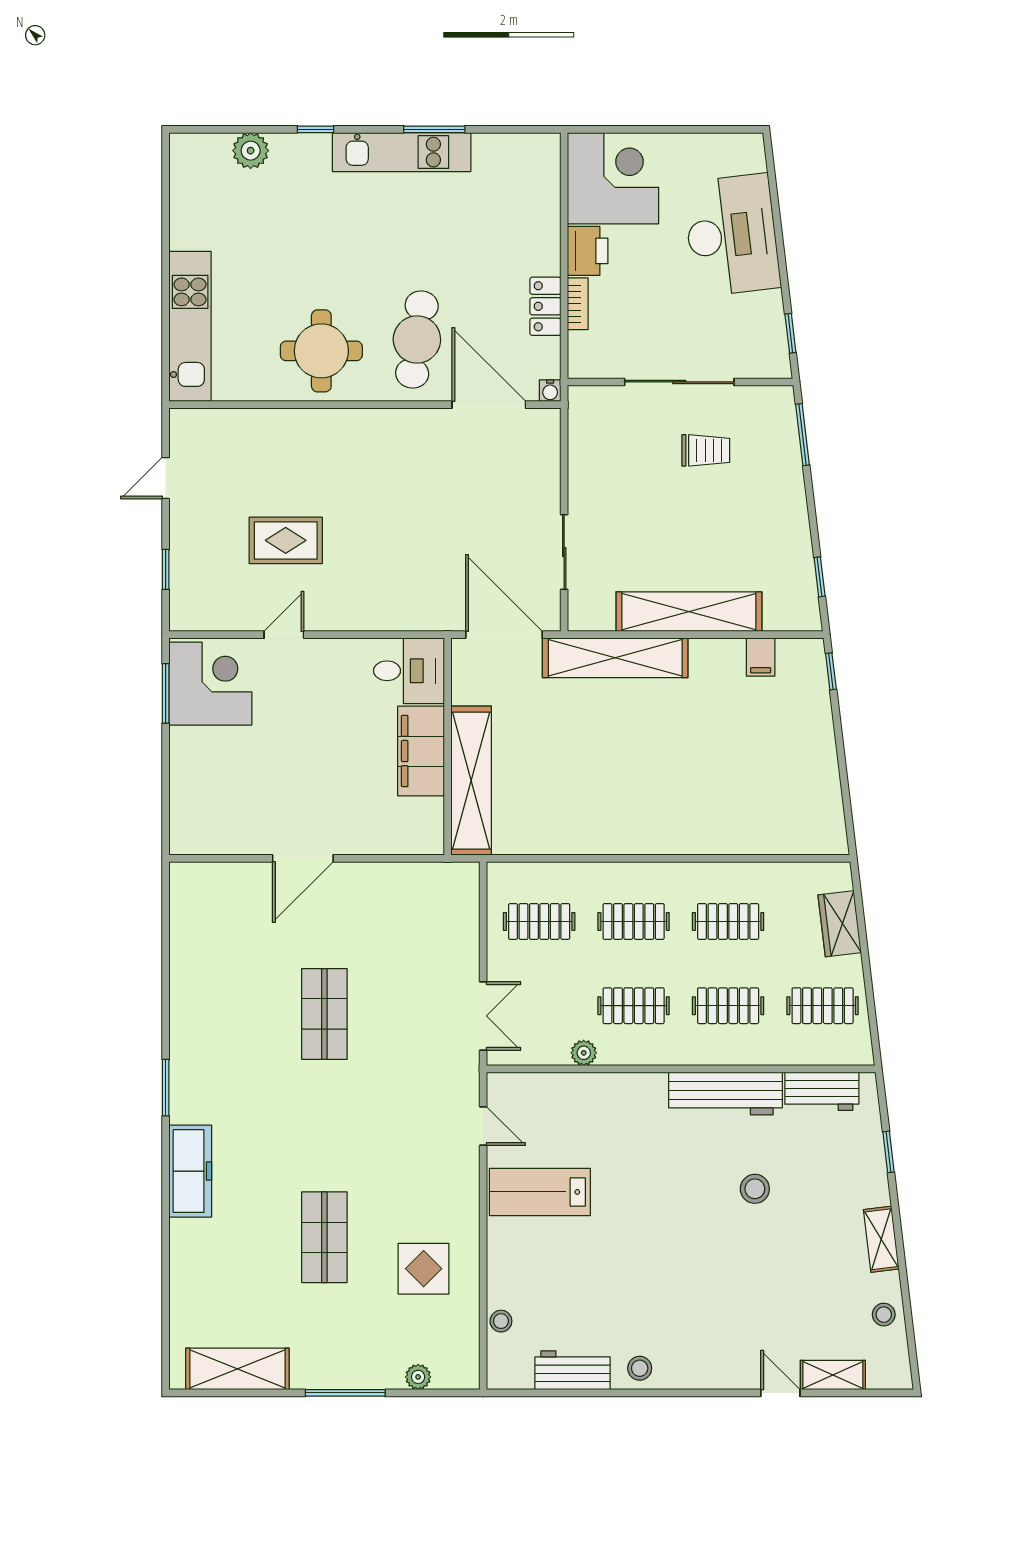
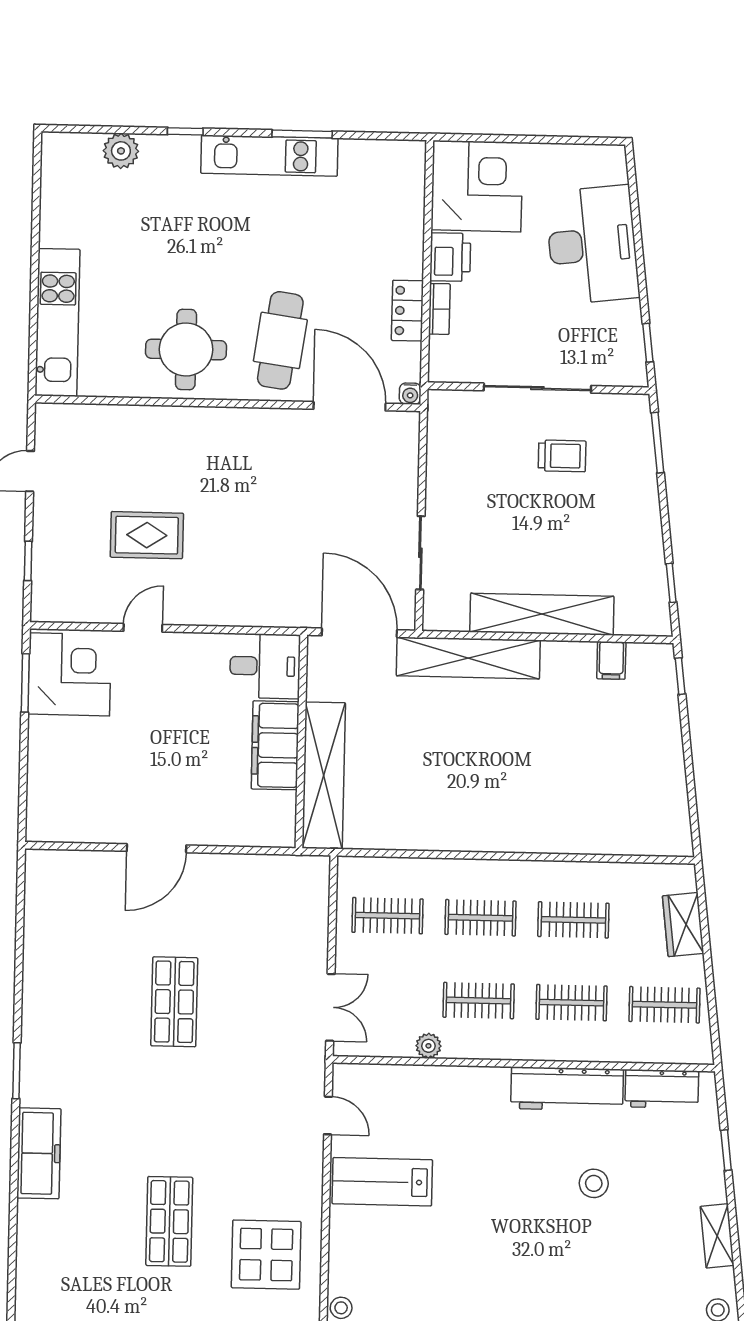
display table: (424, 1269) -> (266, 1255), width x1.36, depth x1.36

